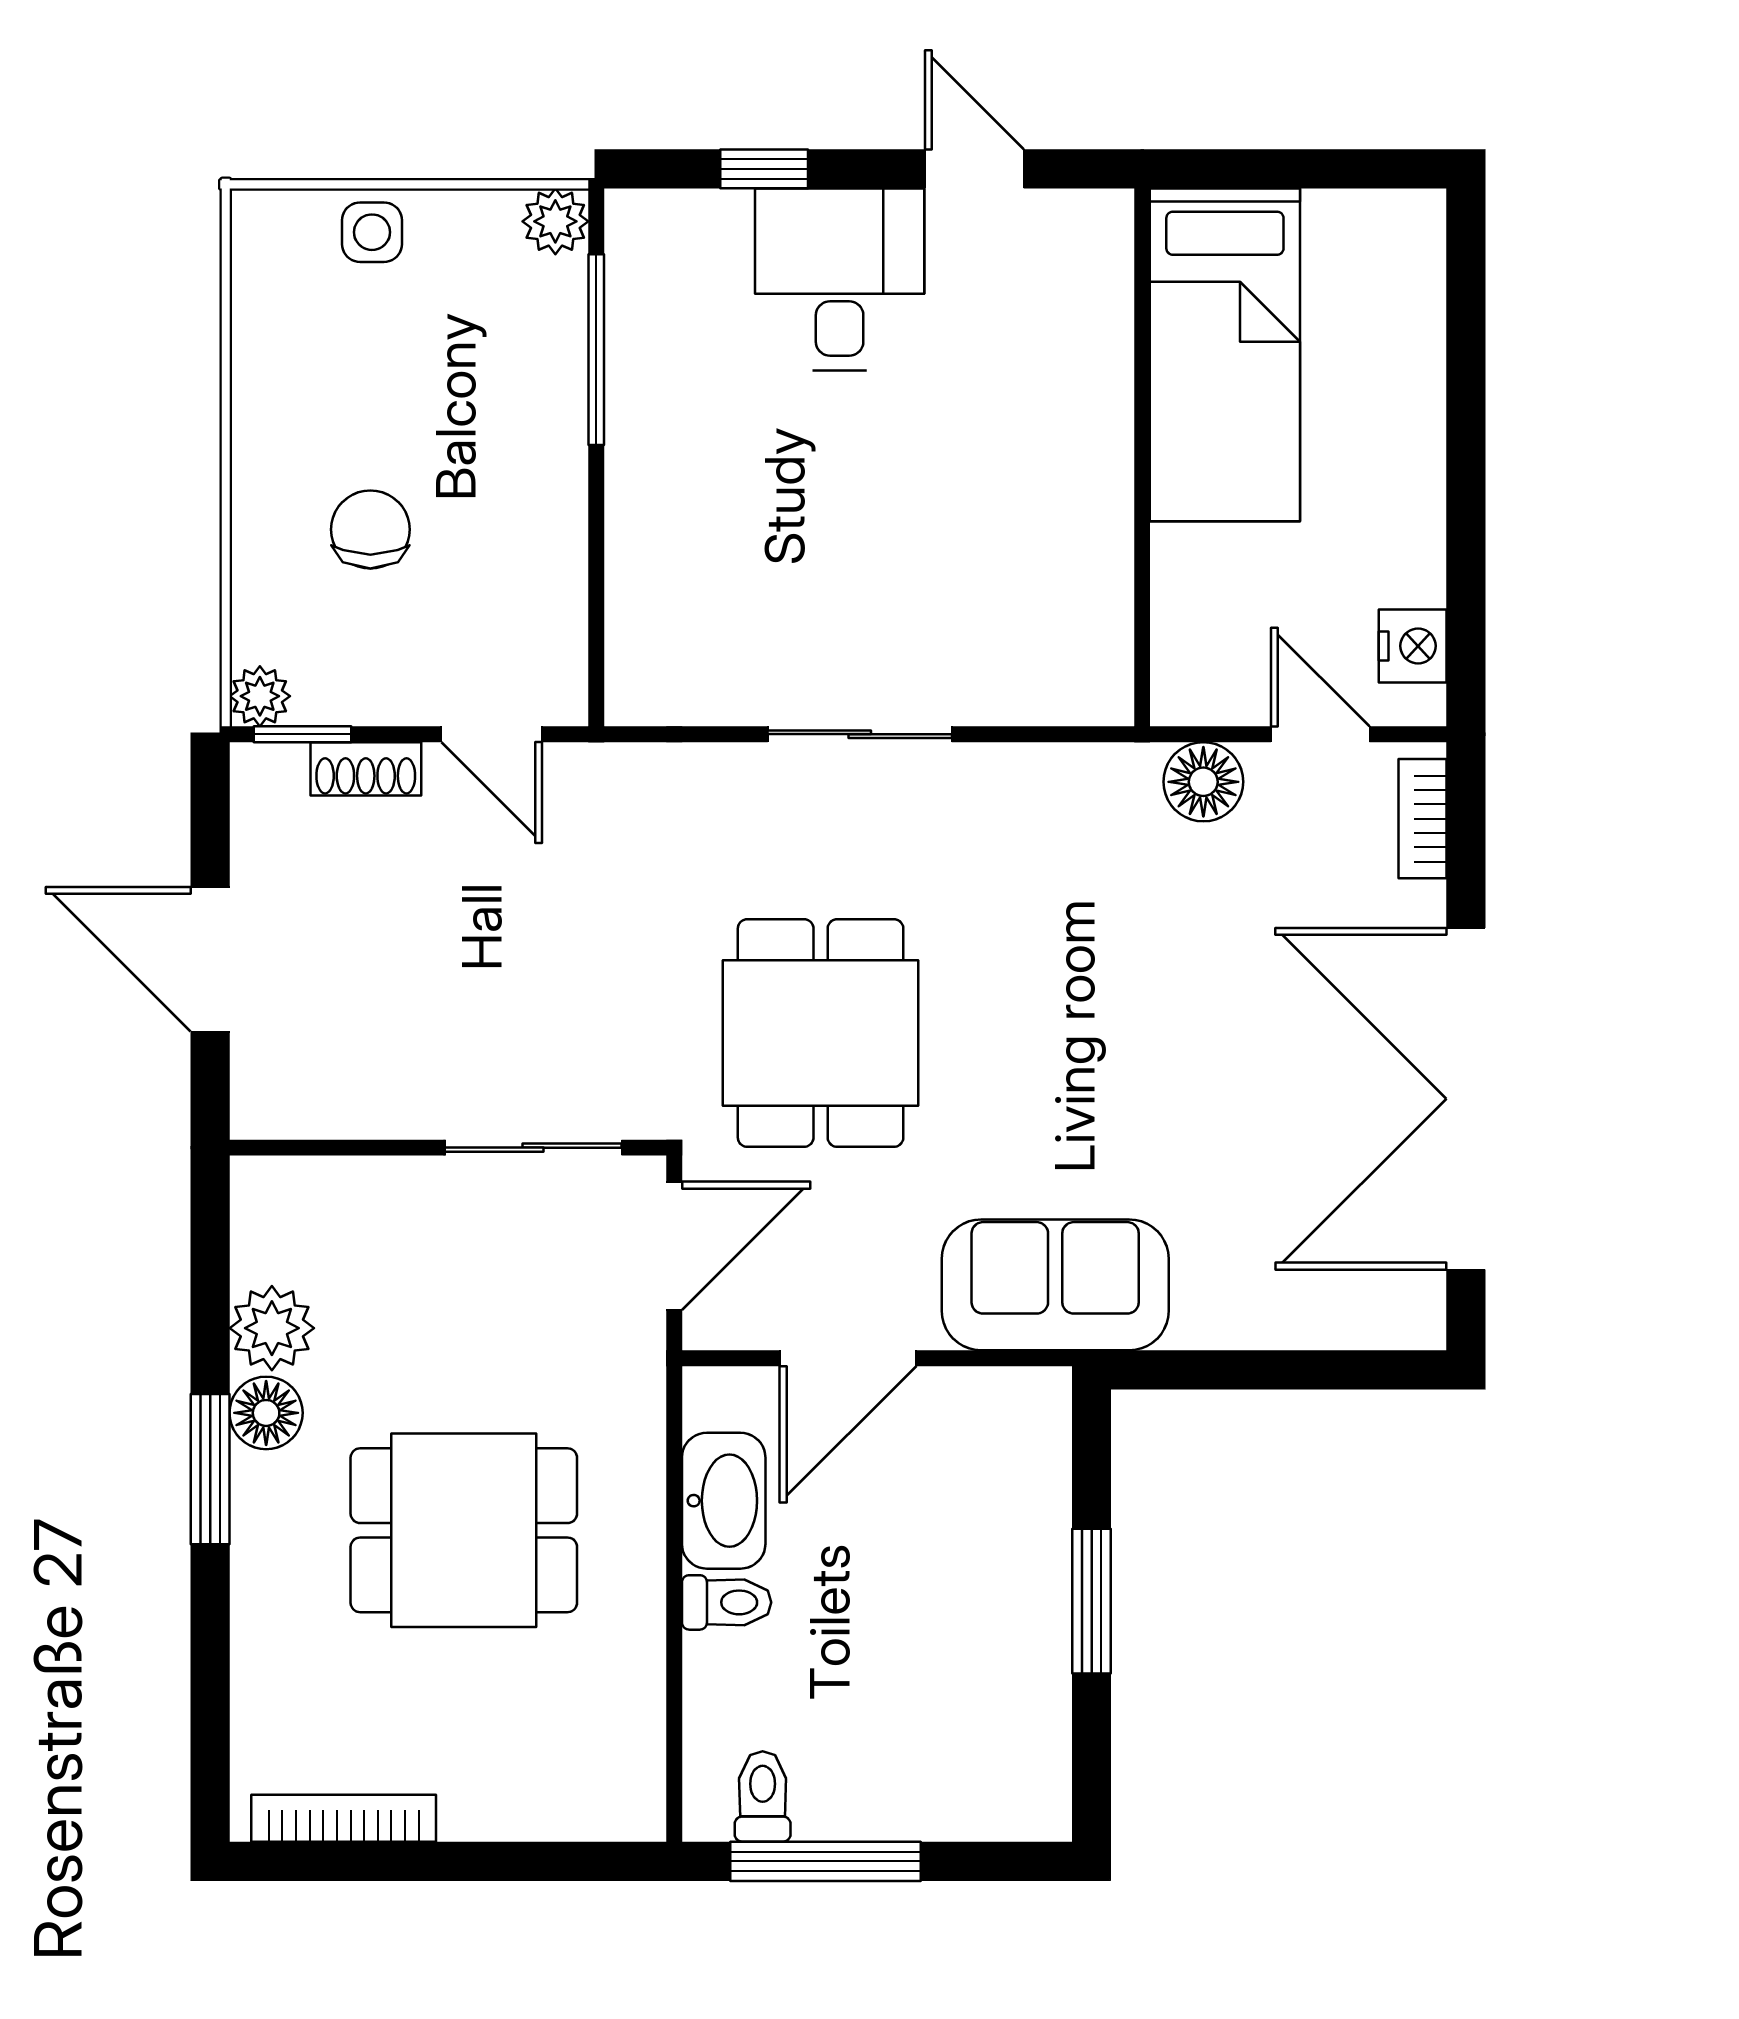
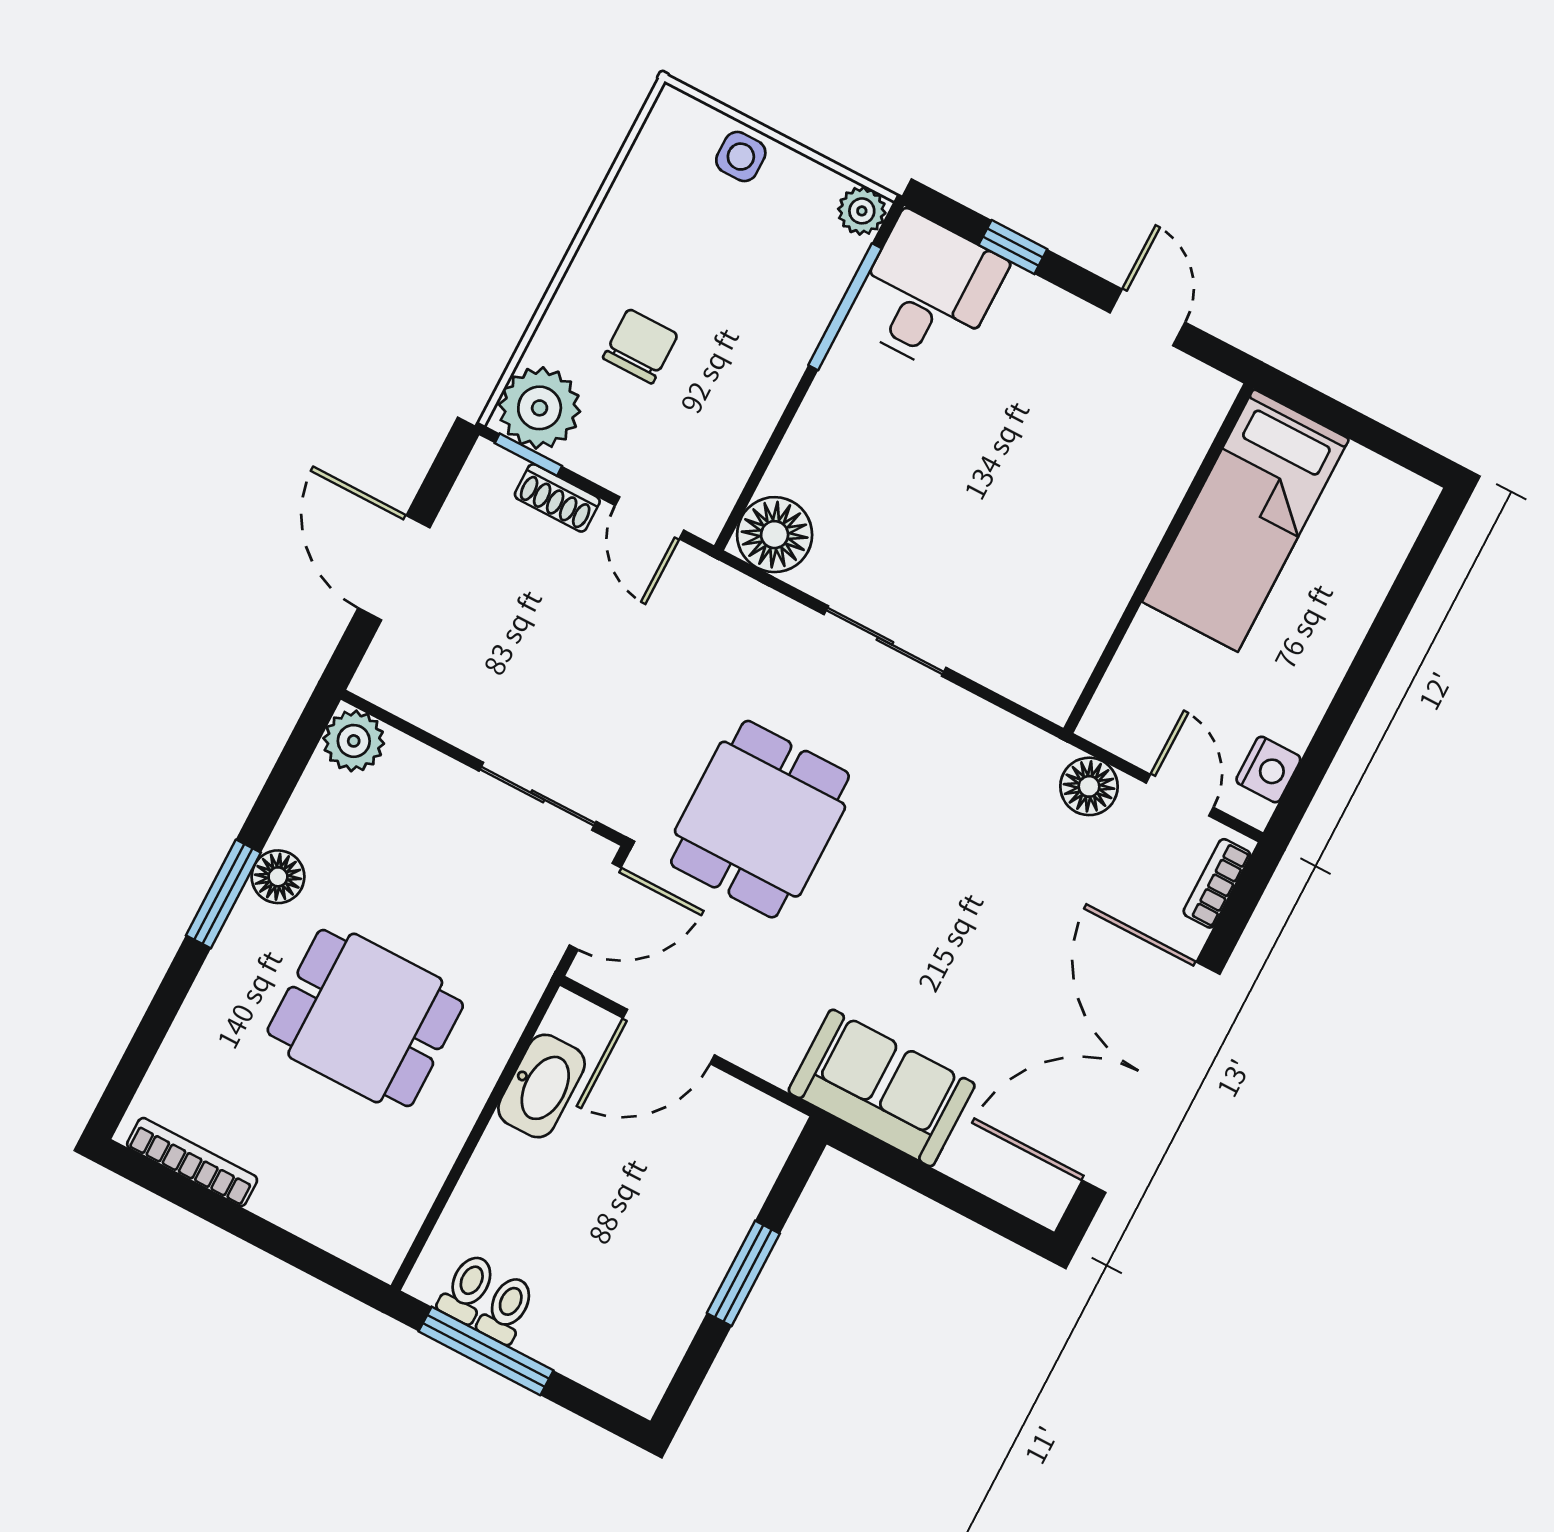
desk: (840, 279) -> (928, 293), moved
floor lamp: (656, 674) -> (775, 535), added
plant: (260, 696) -> (540, 408), width x1.88, depth x1.88
sofa: (1055, 1285) -> (882, 1088), moved
plant: (272, 1328) -> (354, 741), moved
toilet: (727, 1602) -> (507, 1309), moved, turned -90

